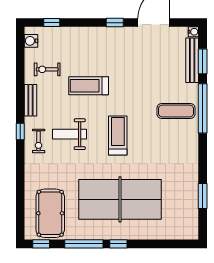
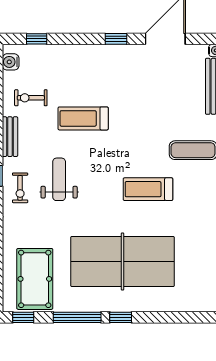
weight bench: (70, 134) -> (59, 179), turned 90
treadmill: (118, 135) -> (148, 189), moved, turned -90

